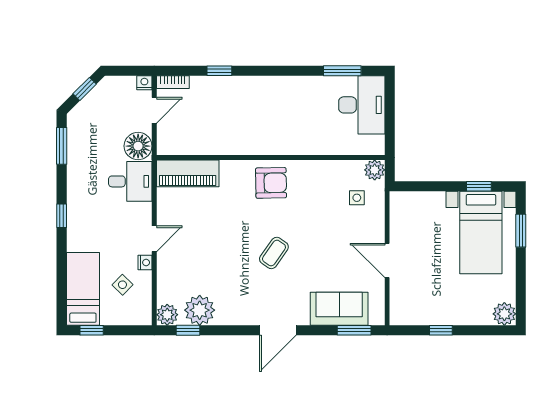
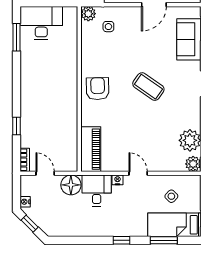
nightstand: (144, 83) -> (25, 202), moved
window: (62, 146) -> (164, 240), moved
coffee table: (274, 253) -> (148, 87), width x1.36, depth x1.30
nightstand: (145, 262) -> (118, 180), moved

